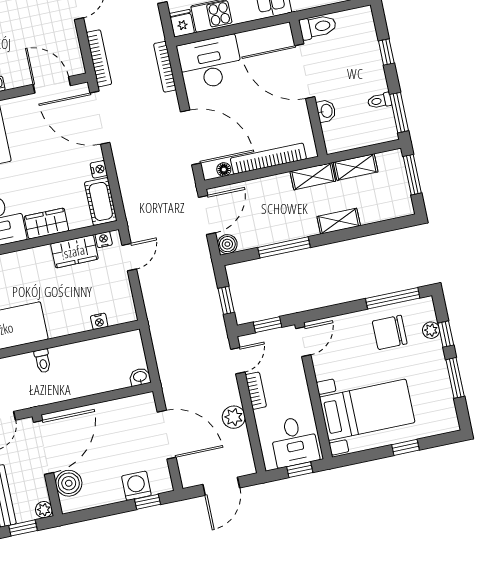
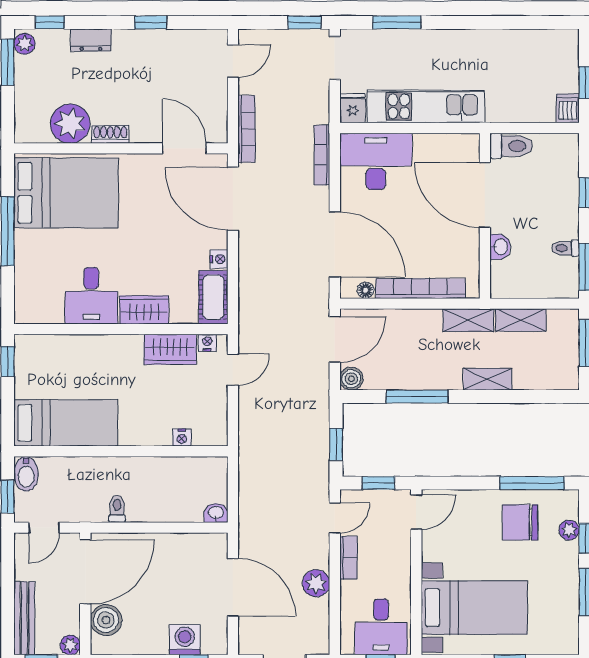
toilet: (43, 361) -> (117, 509), moved, turned 180

